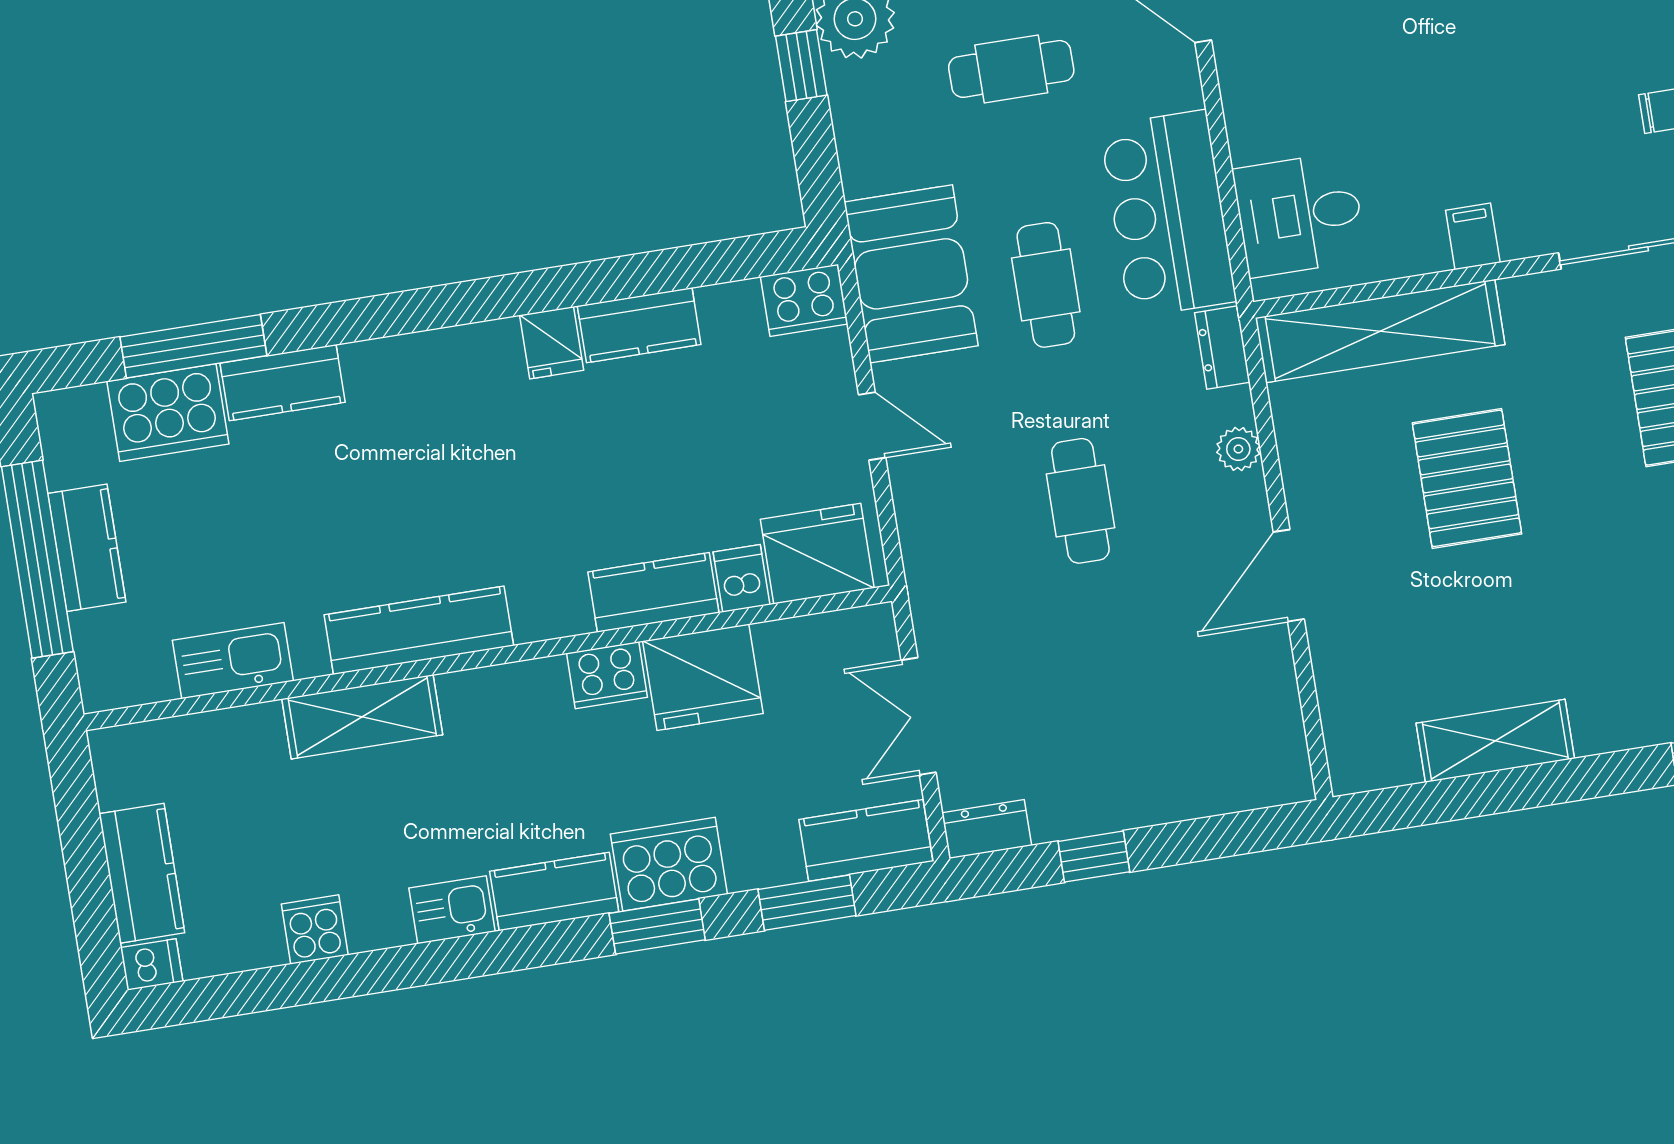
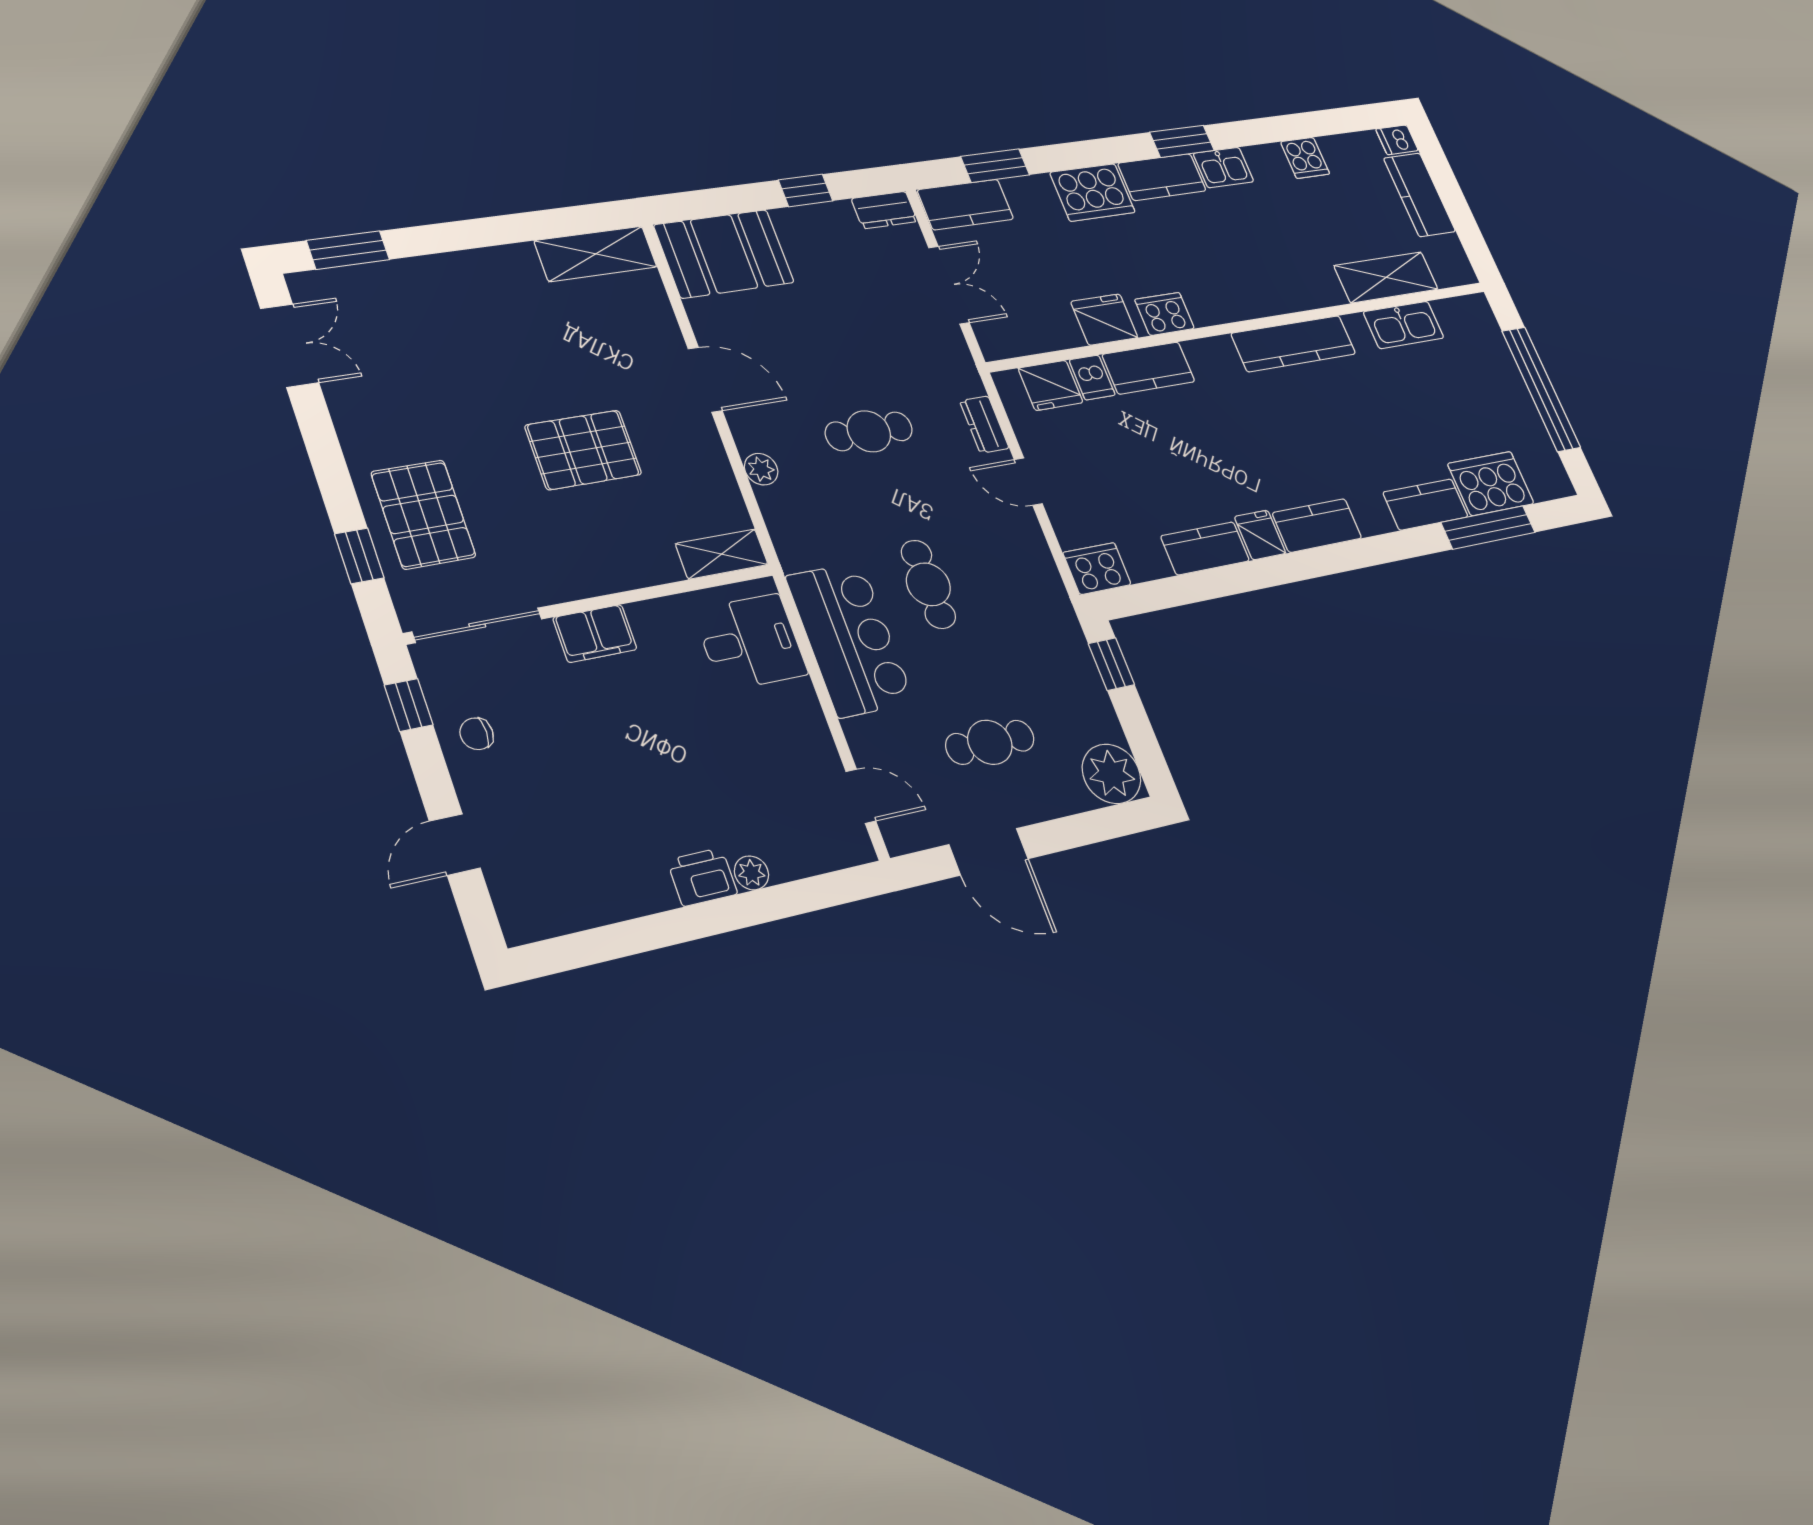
window: (801, 66) -> (1111, 664), moved
filing cabinet: (1473, 236) -> (595, 634), width x2.00
booth: (911, 274) -> (724, 254), moved, turned 90
shelving: (1380, 331) -> (722, 554), width x0.45, depth x0.75
dresser: (1222, 347) -> (984, 425), moved, turned 180
pallet: (1467, 478) -> (583, 450), turned 90
cafe table: (1080, 501) -> (869, 431), turned 90
kitchen counter: (87, 548) -> (1317, 526), moved, turned 90
fridge: (817, 554) -> (1051, 385), width x0.73, depth x0.75
door: (1289, 576) -> (705, 380), hinge flipped
fridge: (703, 677) -> (1104, 320), width x0.73, depth x0.75
shelving: (362, 717) -> (1386, 277), moved
shelving: (1495, 741) -> (596, 254), moved
window: (657, 927) -> (1182, 141), moved

